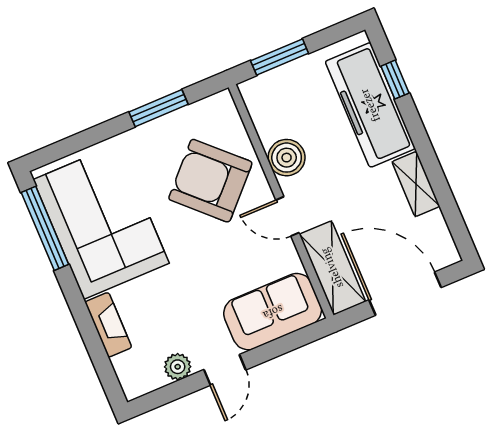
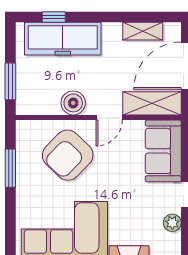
shelving: (416, 184) -> (143, 31), moved

